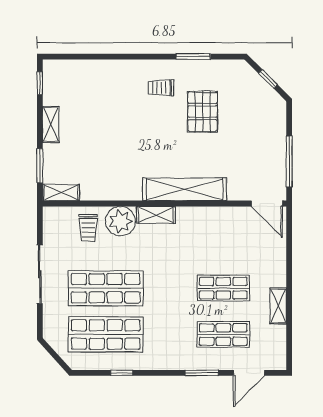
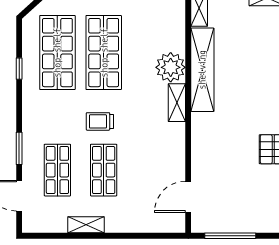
shelving: (185, 189) -> (202, 70), moved
door: (267, 204) -> (188, 197), moved
trolley: (88, 228) -> (100, 121), moved

